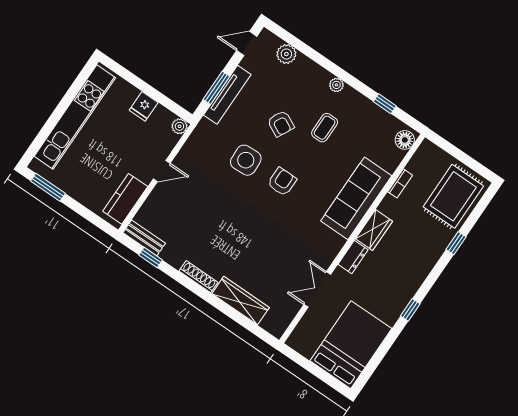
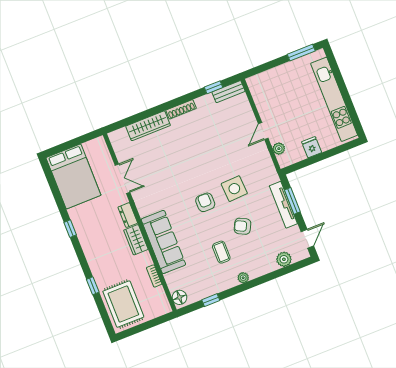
plant: (179, 126) -> (279, 149), moved
armchair: (282, 182) -> (205, 202), turned 180
kitchen counter: (125, 199) -> (261, 96), removed

